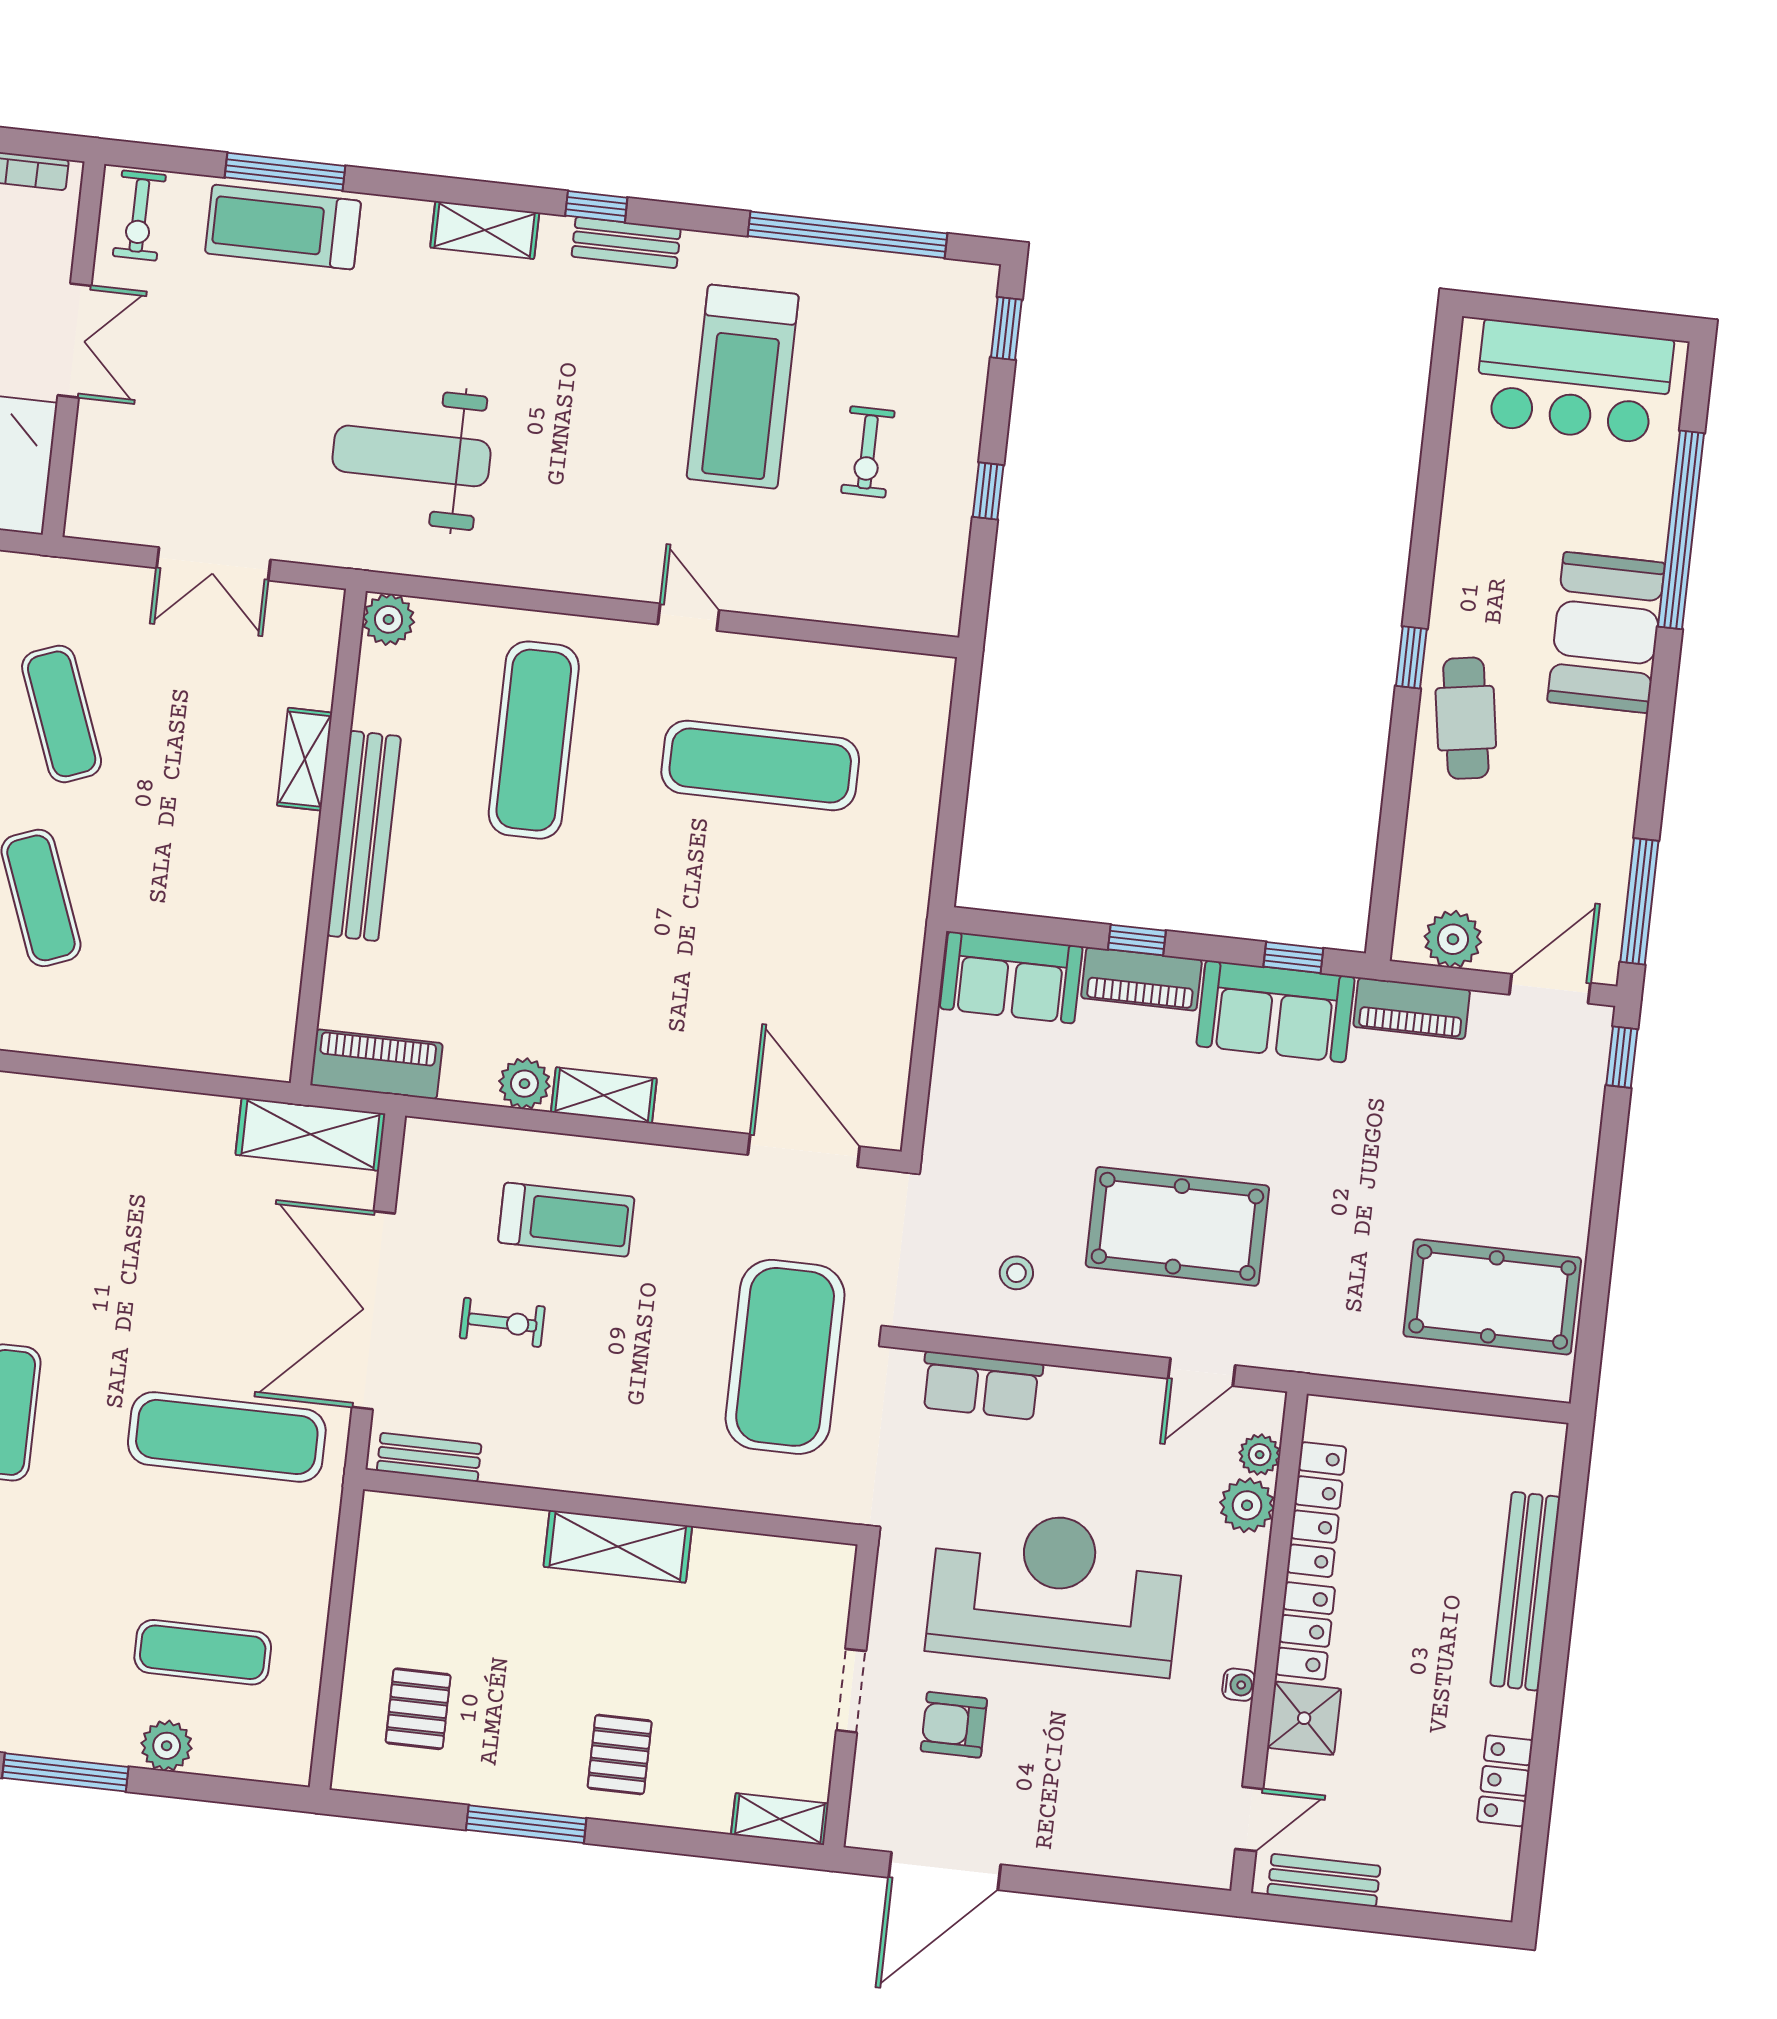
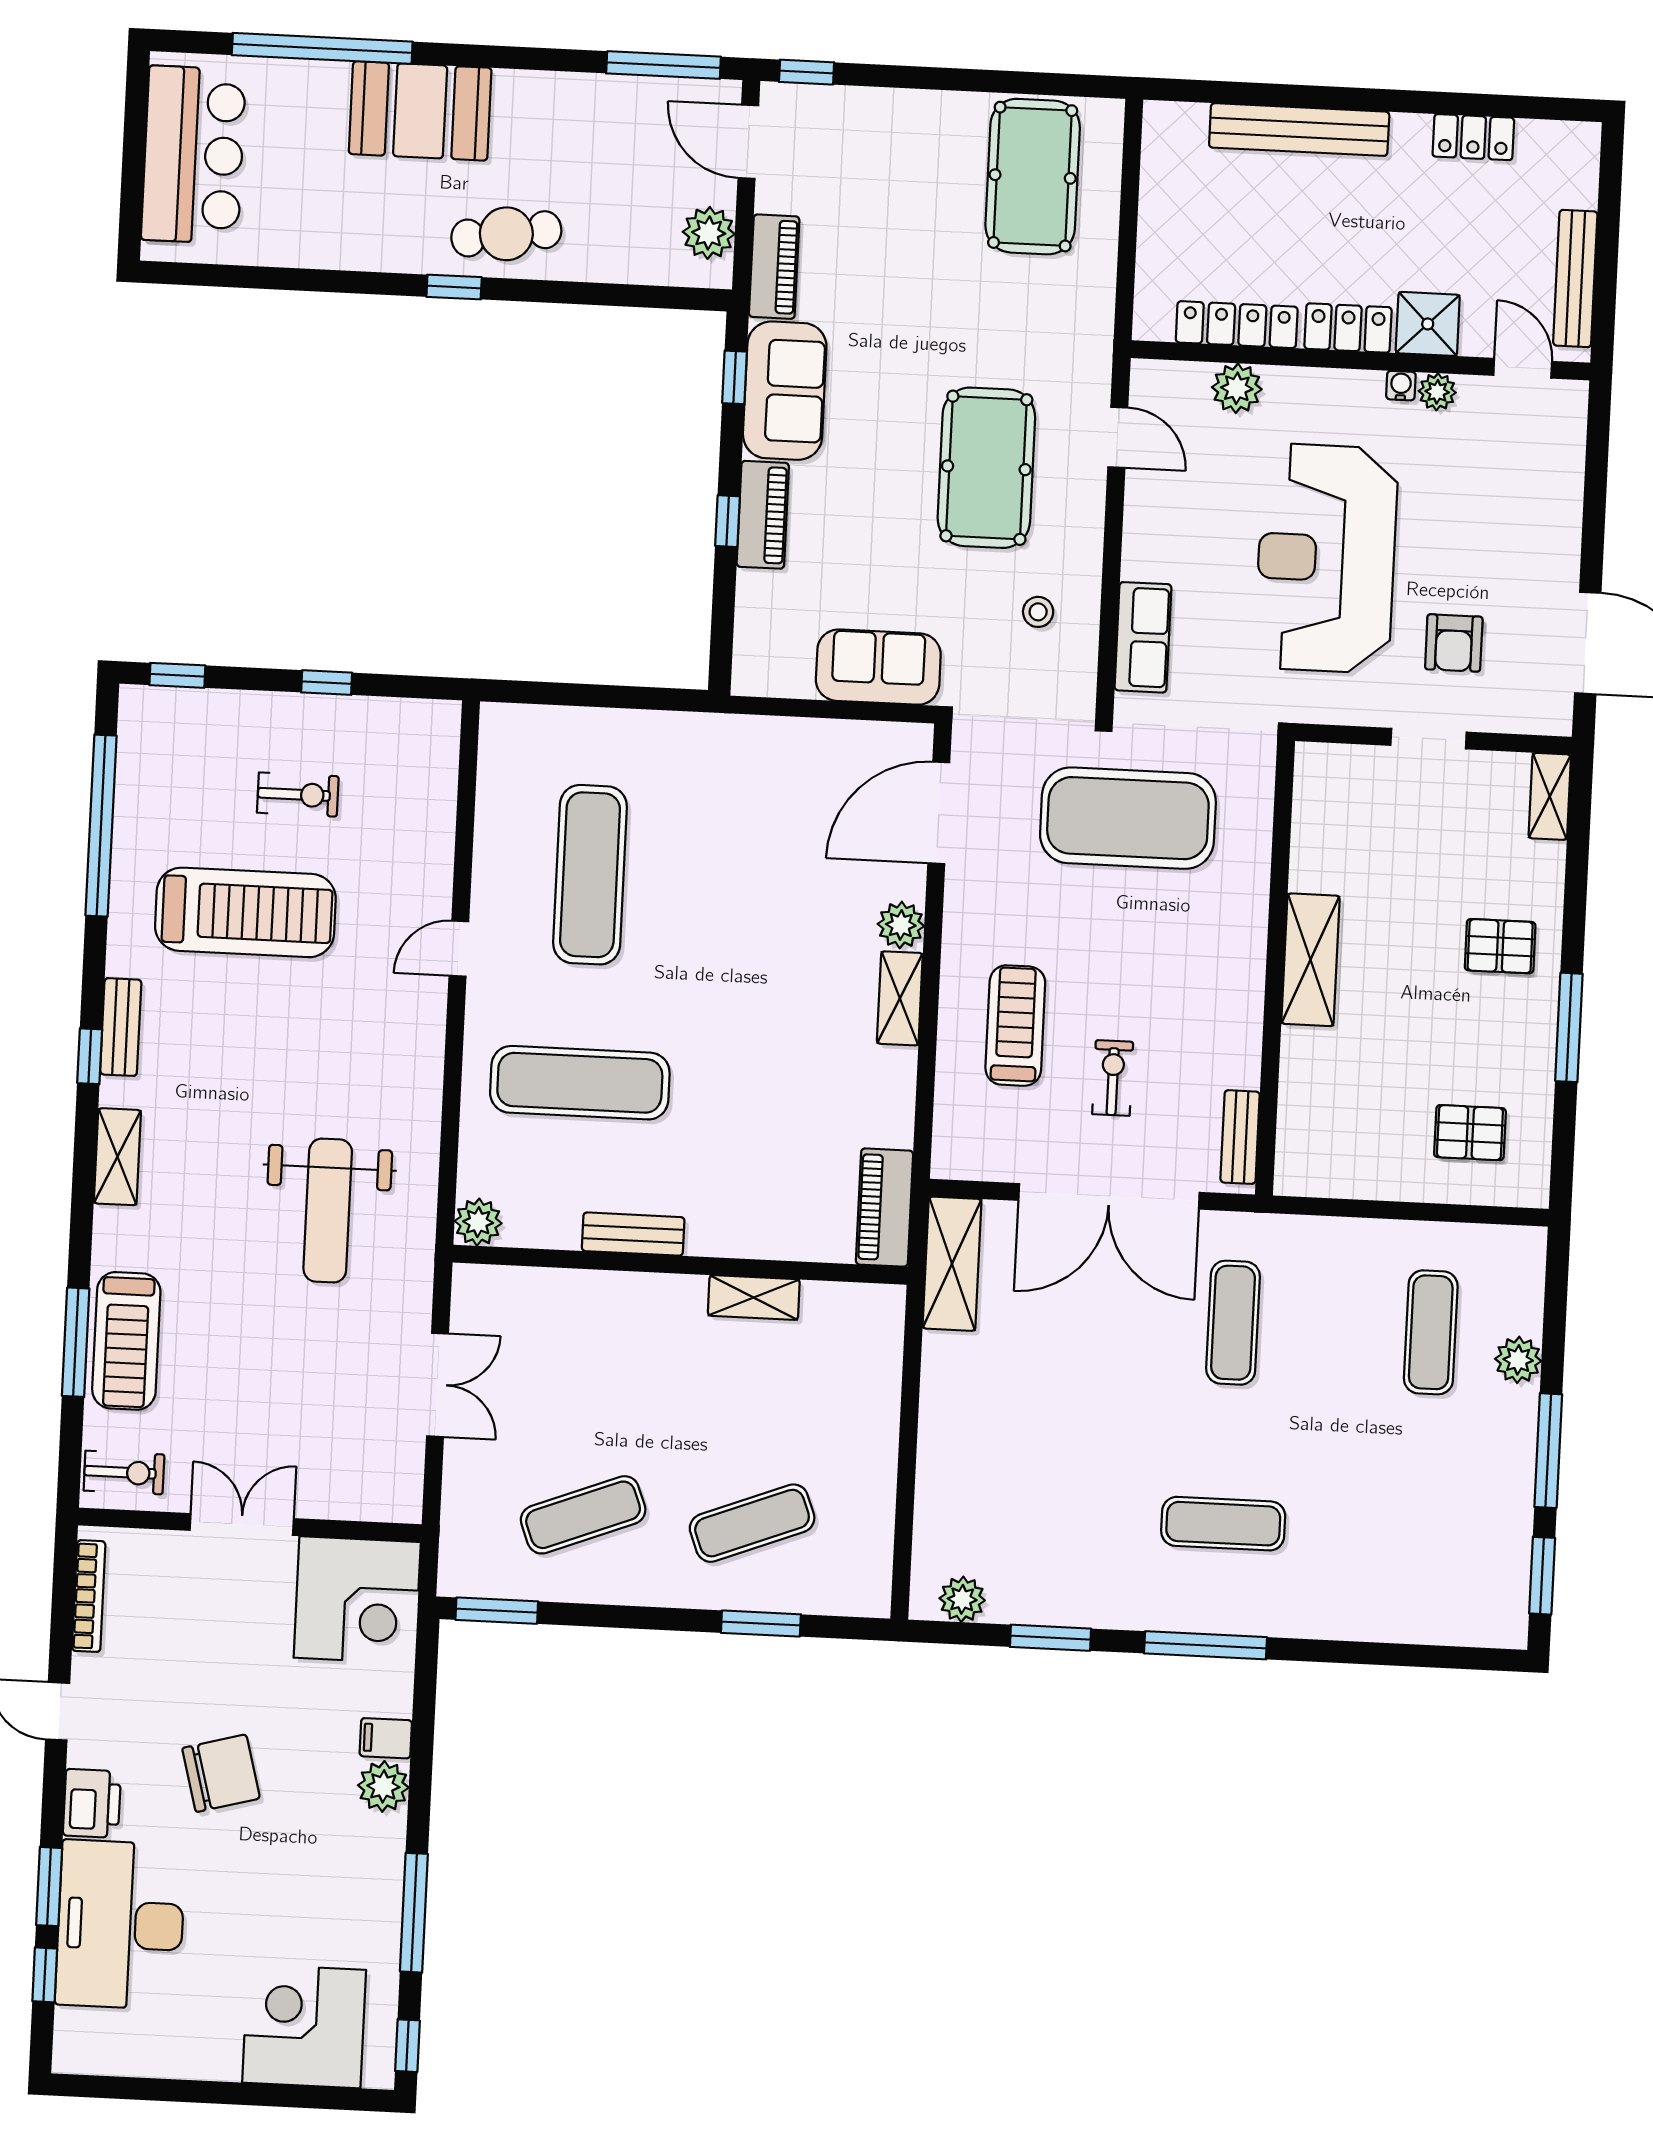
shelving: (305, 759) -> (754, 1298), moved
bench: (364, 836) -> (633, 1234), width x0.54, depth x0.82
sofa: (1011, 977) -> (878, 667), moved, turned -90
plant: (524, 1084) -> (901, 925), moved
exercise mat: (227, 1437) -> (1233, 1323), width x0.73, depth x0.69
plant: (1260, 1455) -> (1437, 392), moved
bench: (1324, 1880) -> (1575, 279), width x1.36

